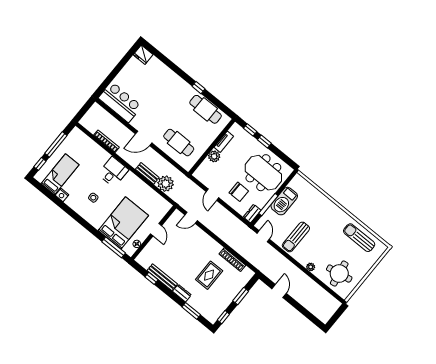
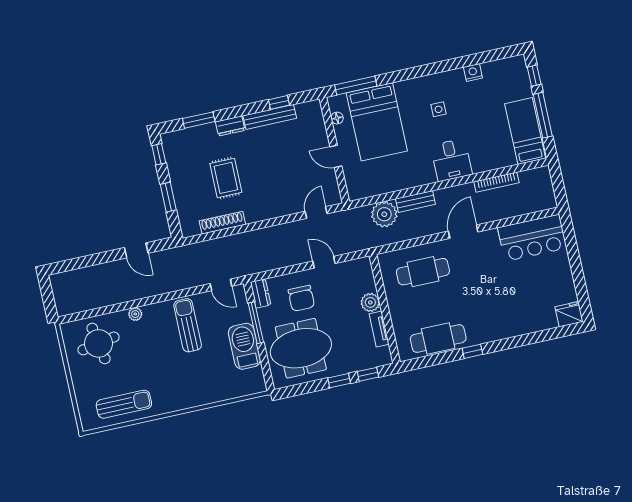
bed: (60, 174) -> (525, 131), moved, turned 180
chair: (239, 192) -> (301, 298), turned -90

